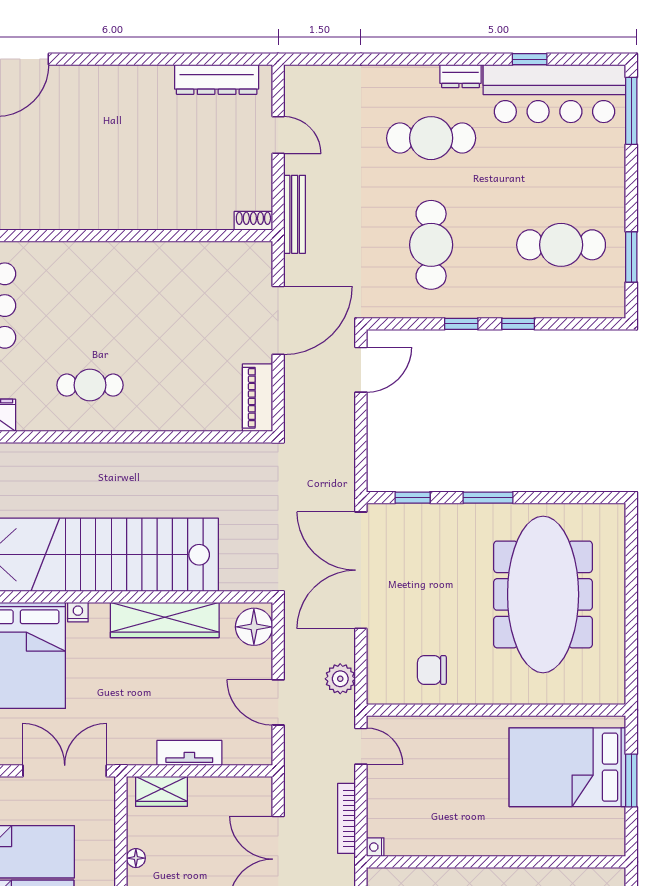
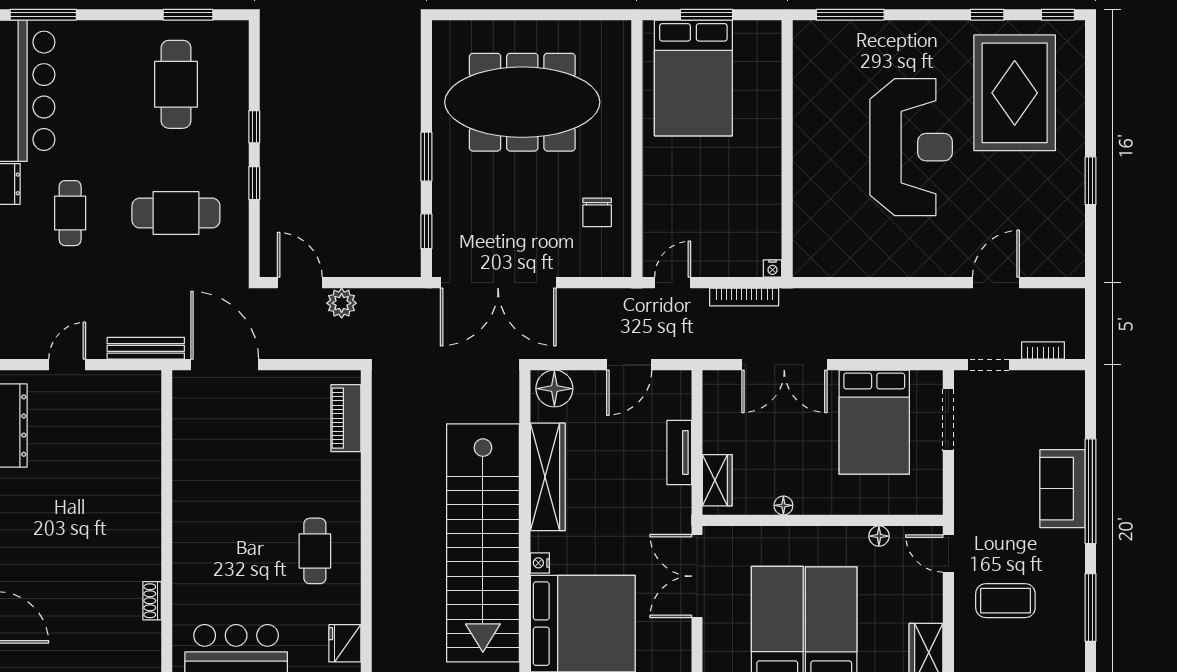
cafe table: (431, 138) -> (70, 213), width x0.73, depth x0.74
shoe rack: (253, 221) -> (152, 601), moved
door: (278, 320) -> (225, 365), moved
piano: (258, 398) -> (346, 418), moved, turned 90
plant: (340, 679) -> (342, 303), moved

